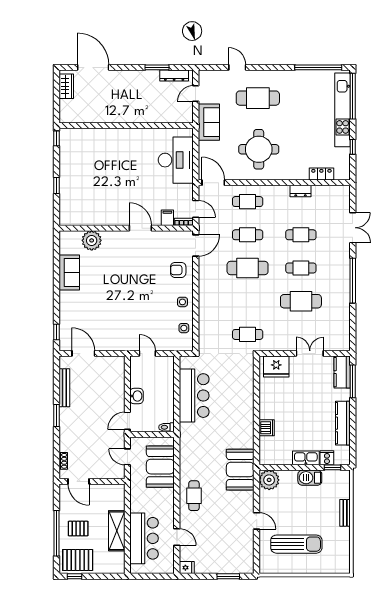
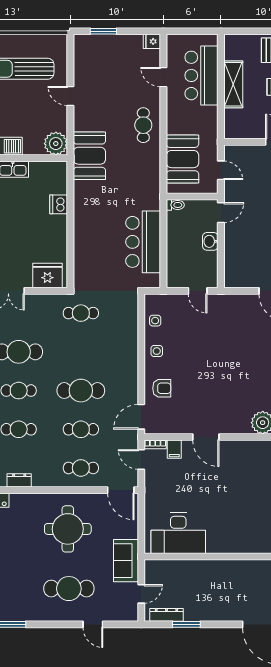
desk: (176, 160) -> (178, 533), moved, turned -90

